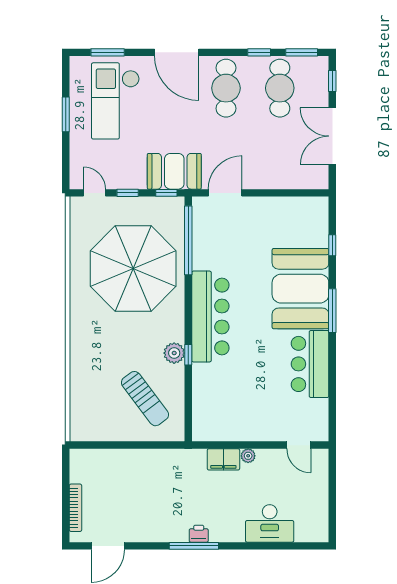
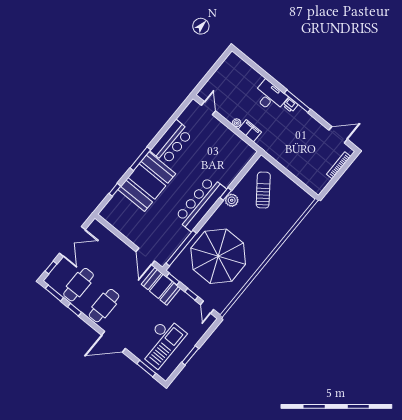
door: (177, 52) -> (114, 342), swing flipped
door: (225, 193) -> (145, 256), hinge flipped
desk: (270, 523) -> (270, 96), moved

